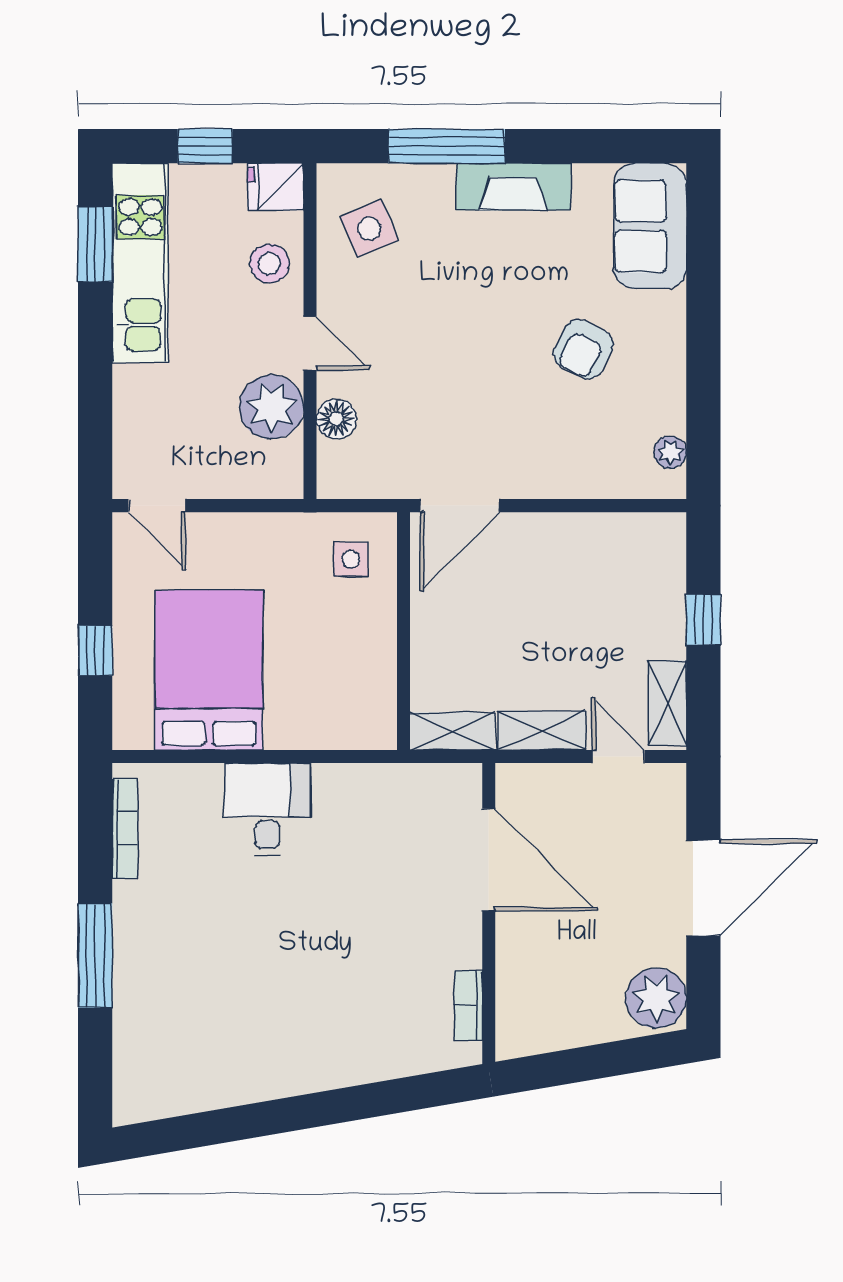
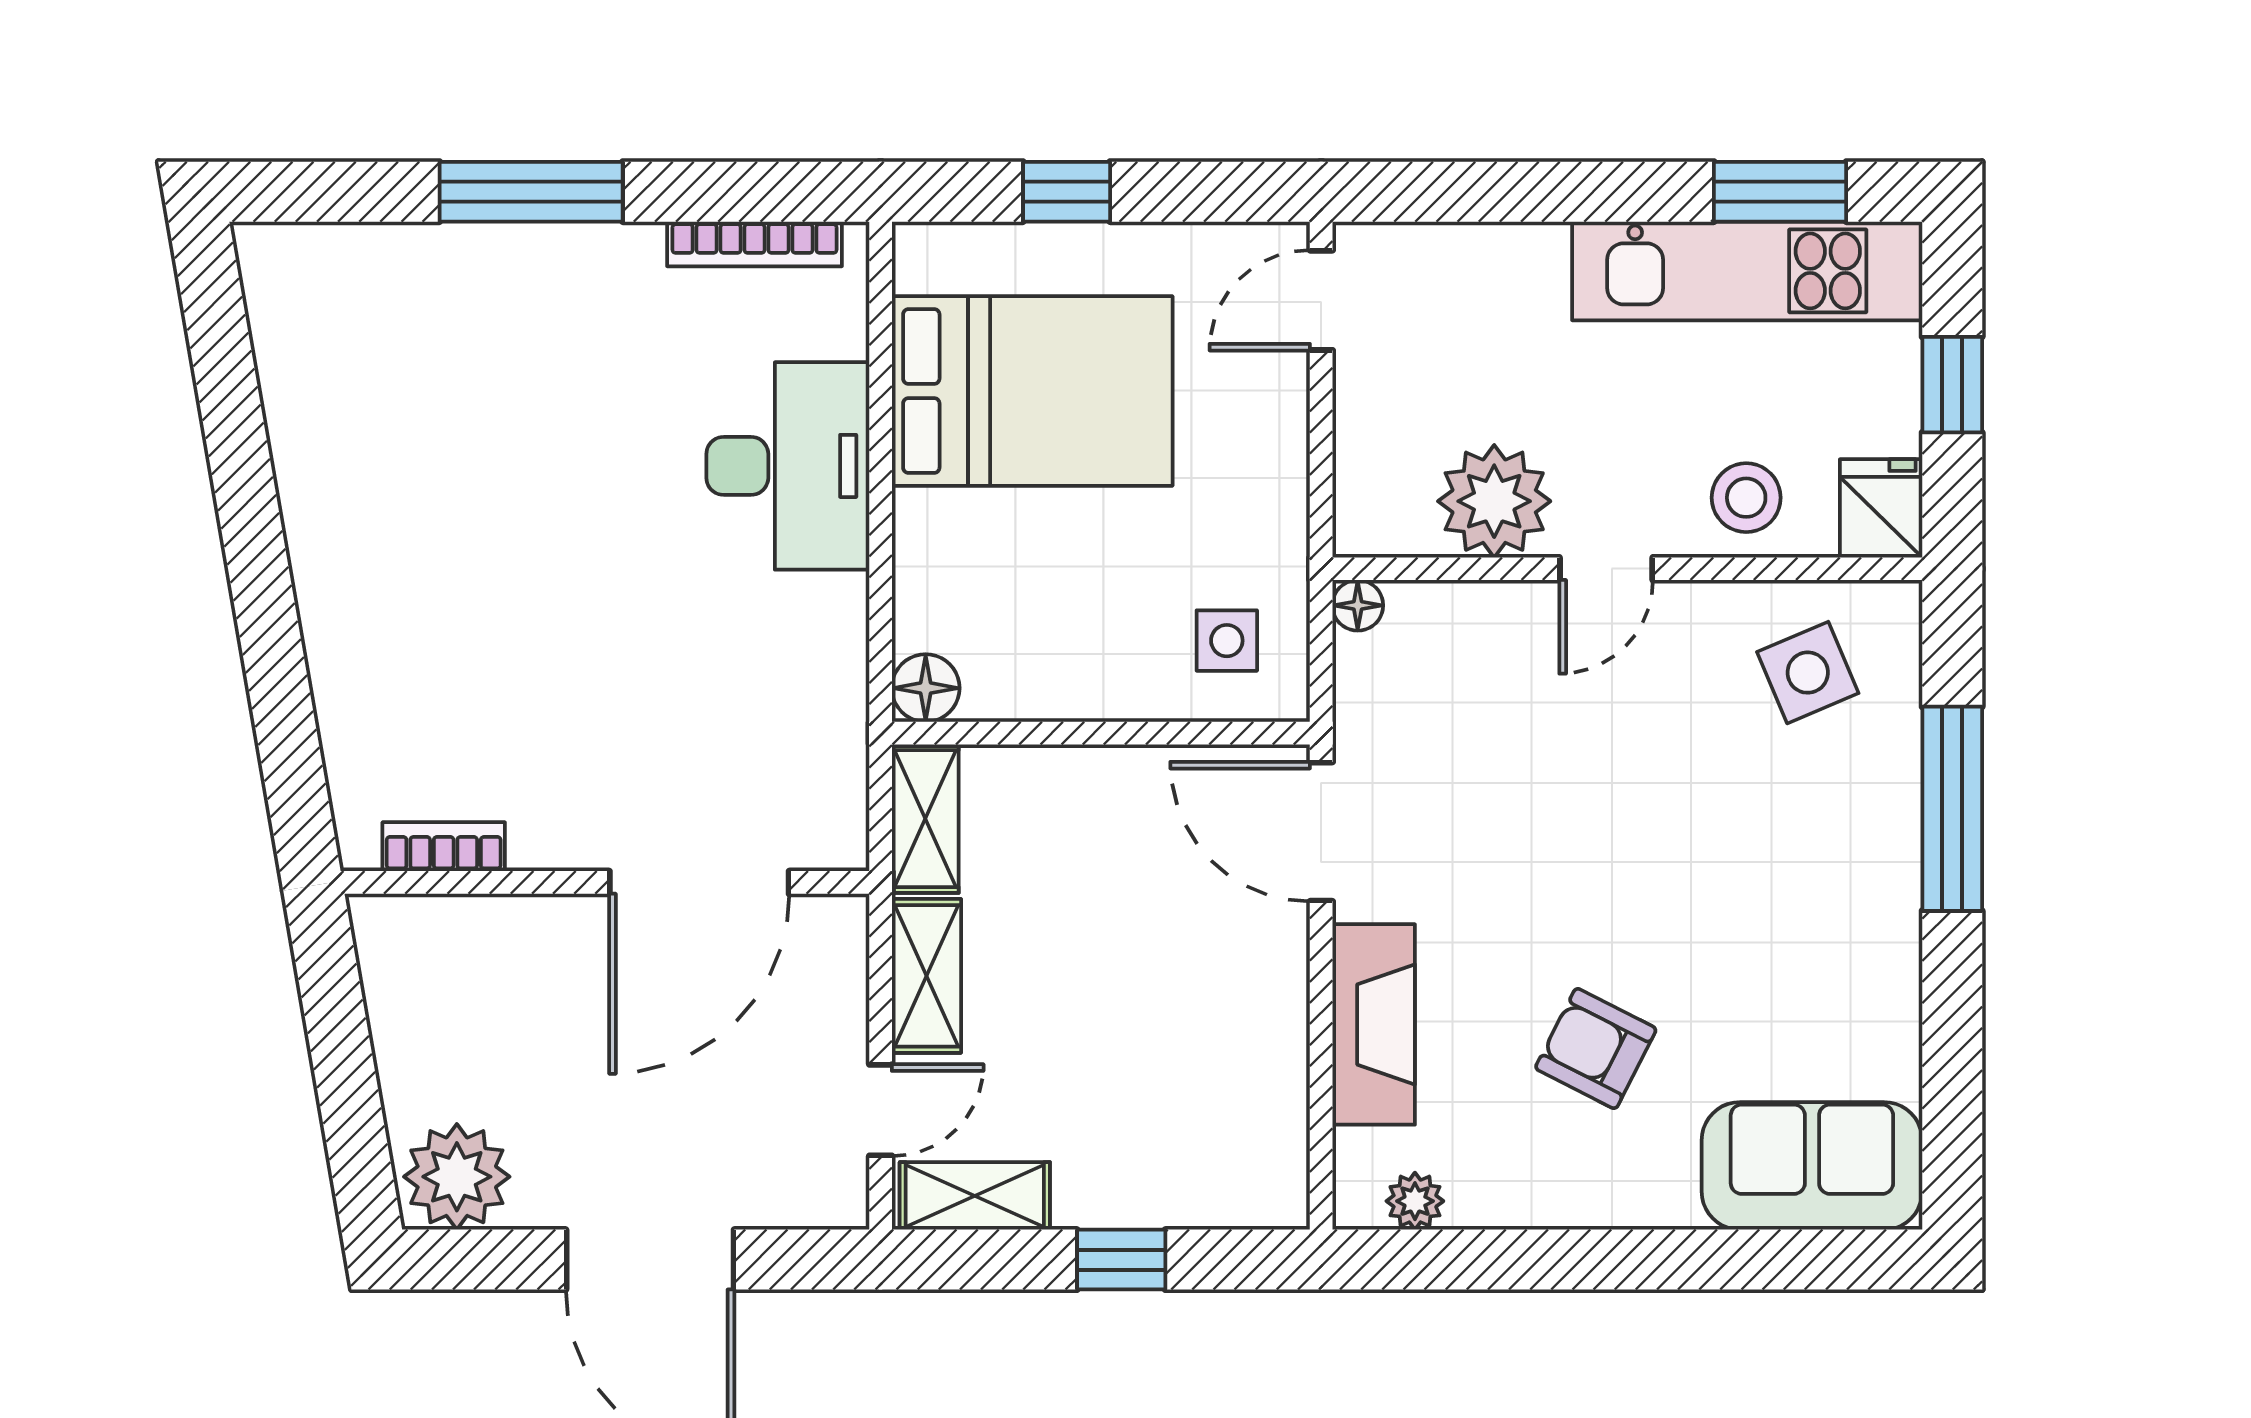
fireplace: (513, 187) -> (1374, 1024), moved, turned 180
floor lamp: (336, 419) -> (1358, 605), moved, width x0.73, depth x0.73
floor lamp: (378, 731) -> (926, 688), added
desk: (267, 809) -> (788, 466), width x1.37

